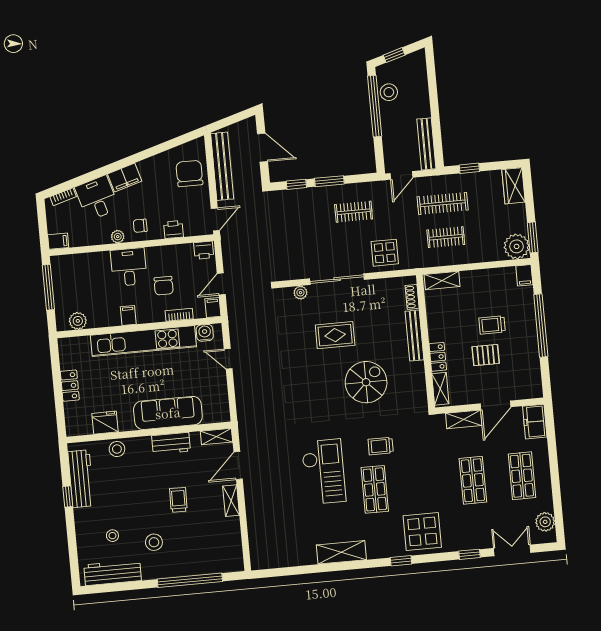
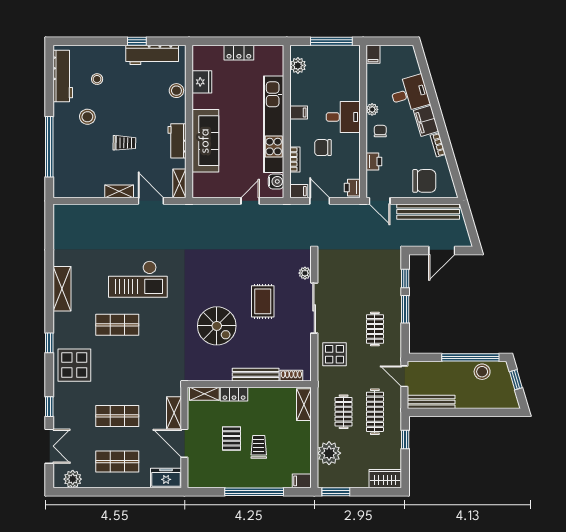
bookcase: (63, 197) -> (438, 145), moved
plant: (517, 246) -> (329, 453), moved
trolley: (381, 446) -> (157, 334), removed

